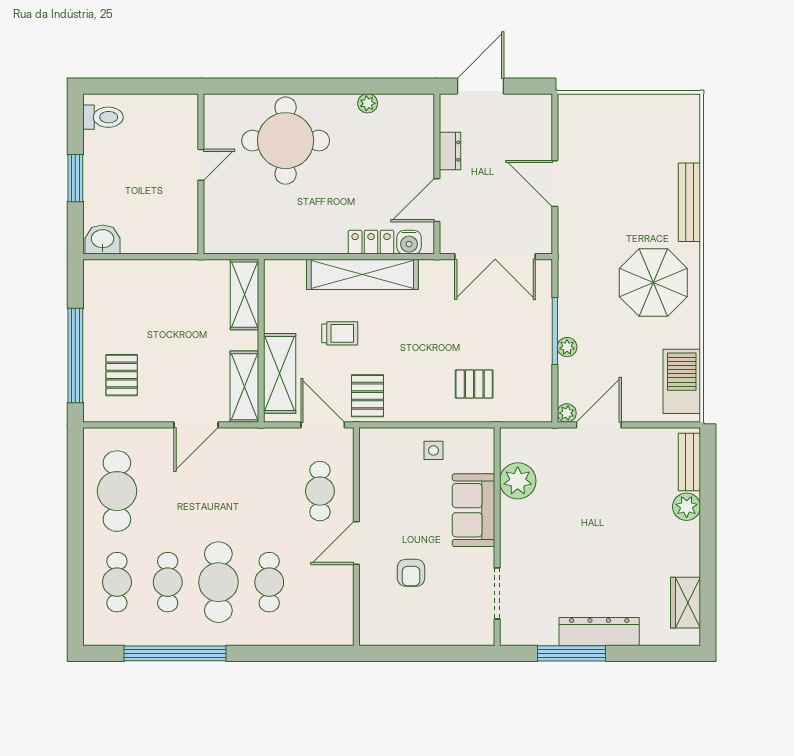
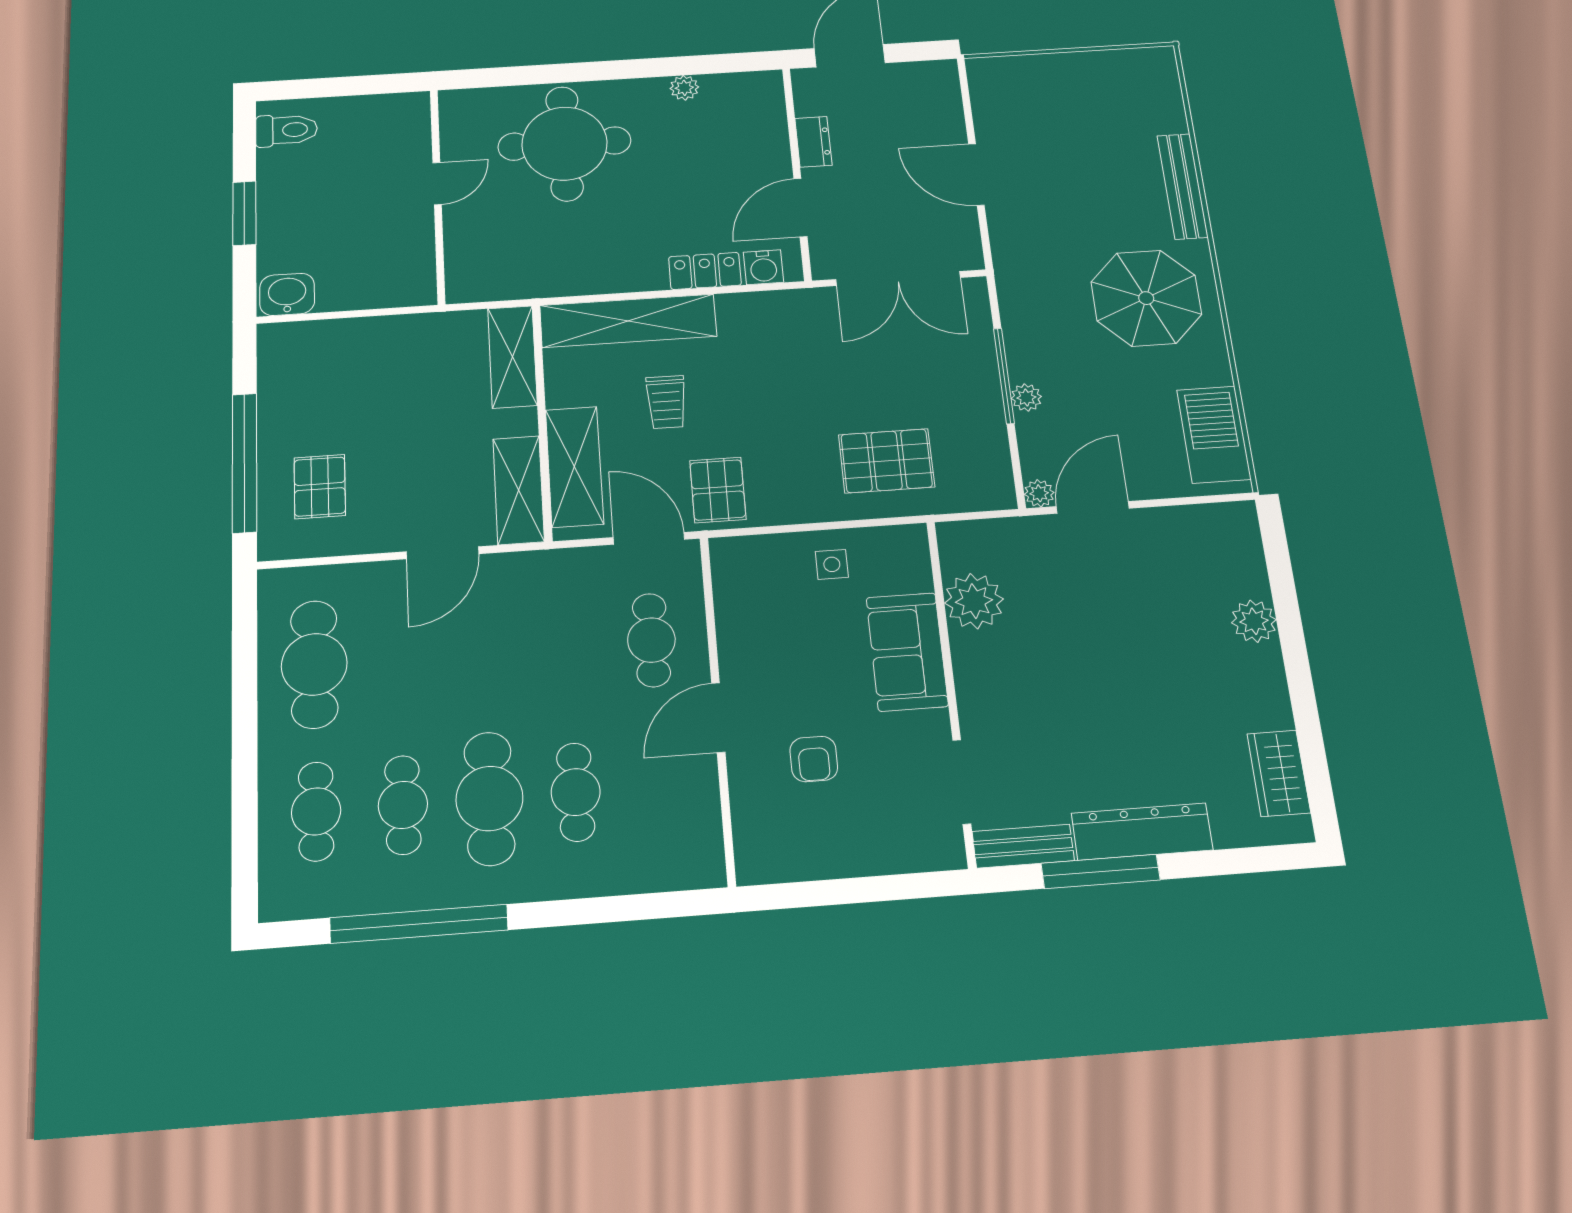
shelving: (362, 274) -> (628, 321), moved
trolley: (340, 333) -> (666, 402), turned 90
pallet: (474, 384) -> (887, 461), width x1.50, depth x1.42
bench: (689, 462) -> (1023, 846), moved, turned 90

